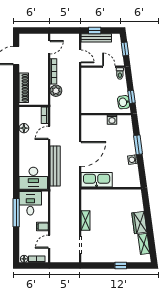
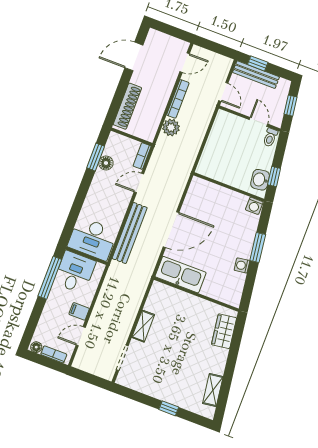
washing machine: (112, 120) -> (254, 206), moved
window: (16, 127) -> (96, 157), added
wardrobe: (139, 223) -> (224, 331), moved

